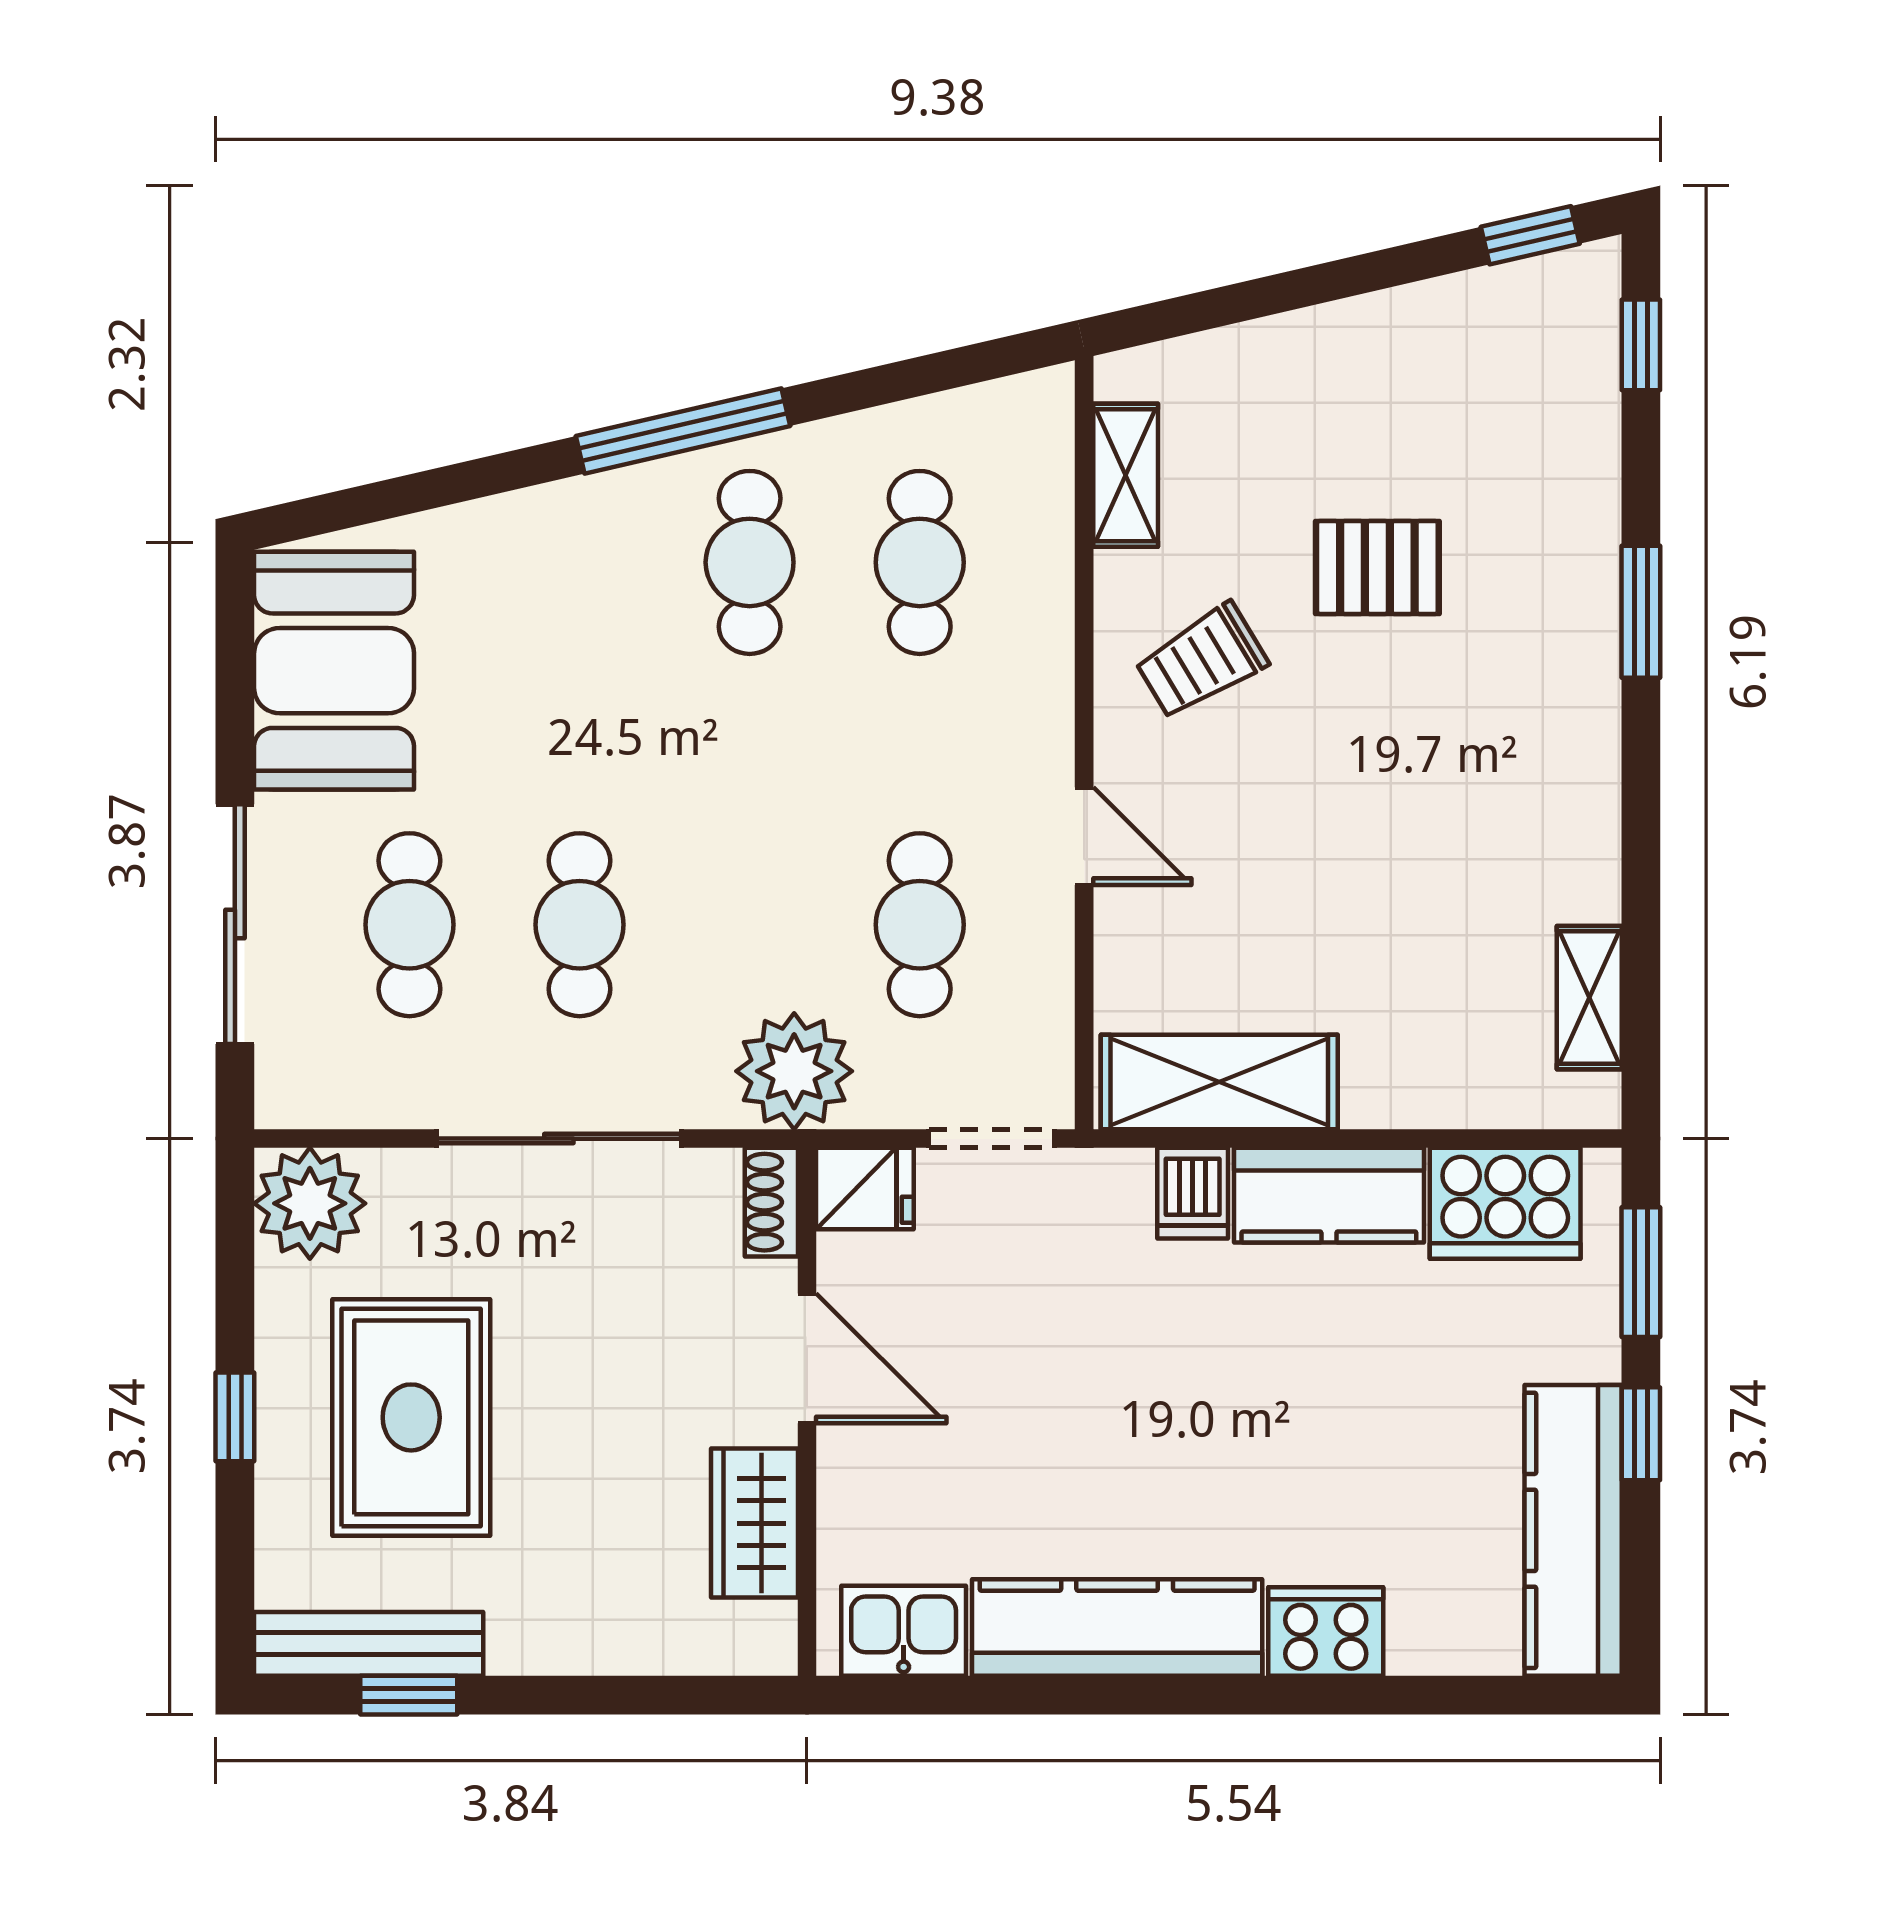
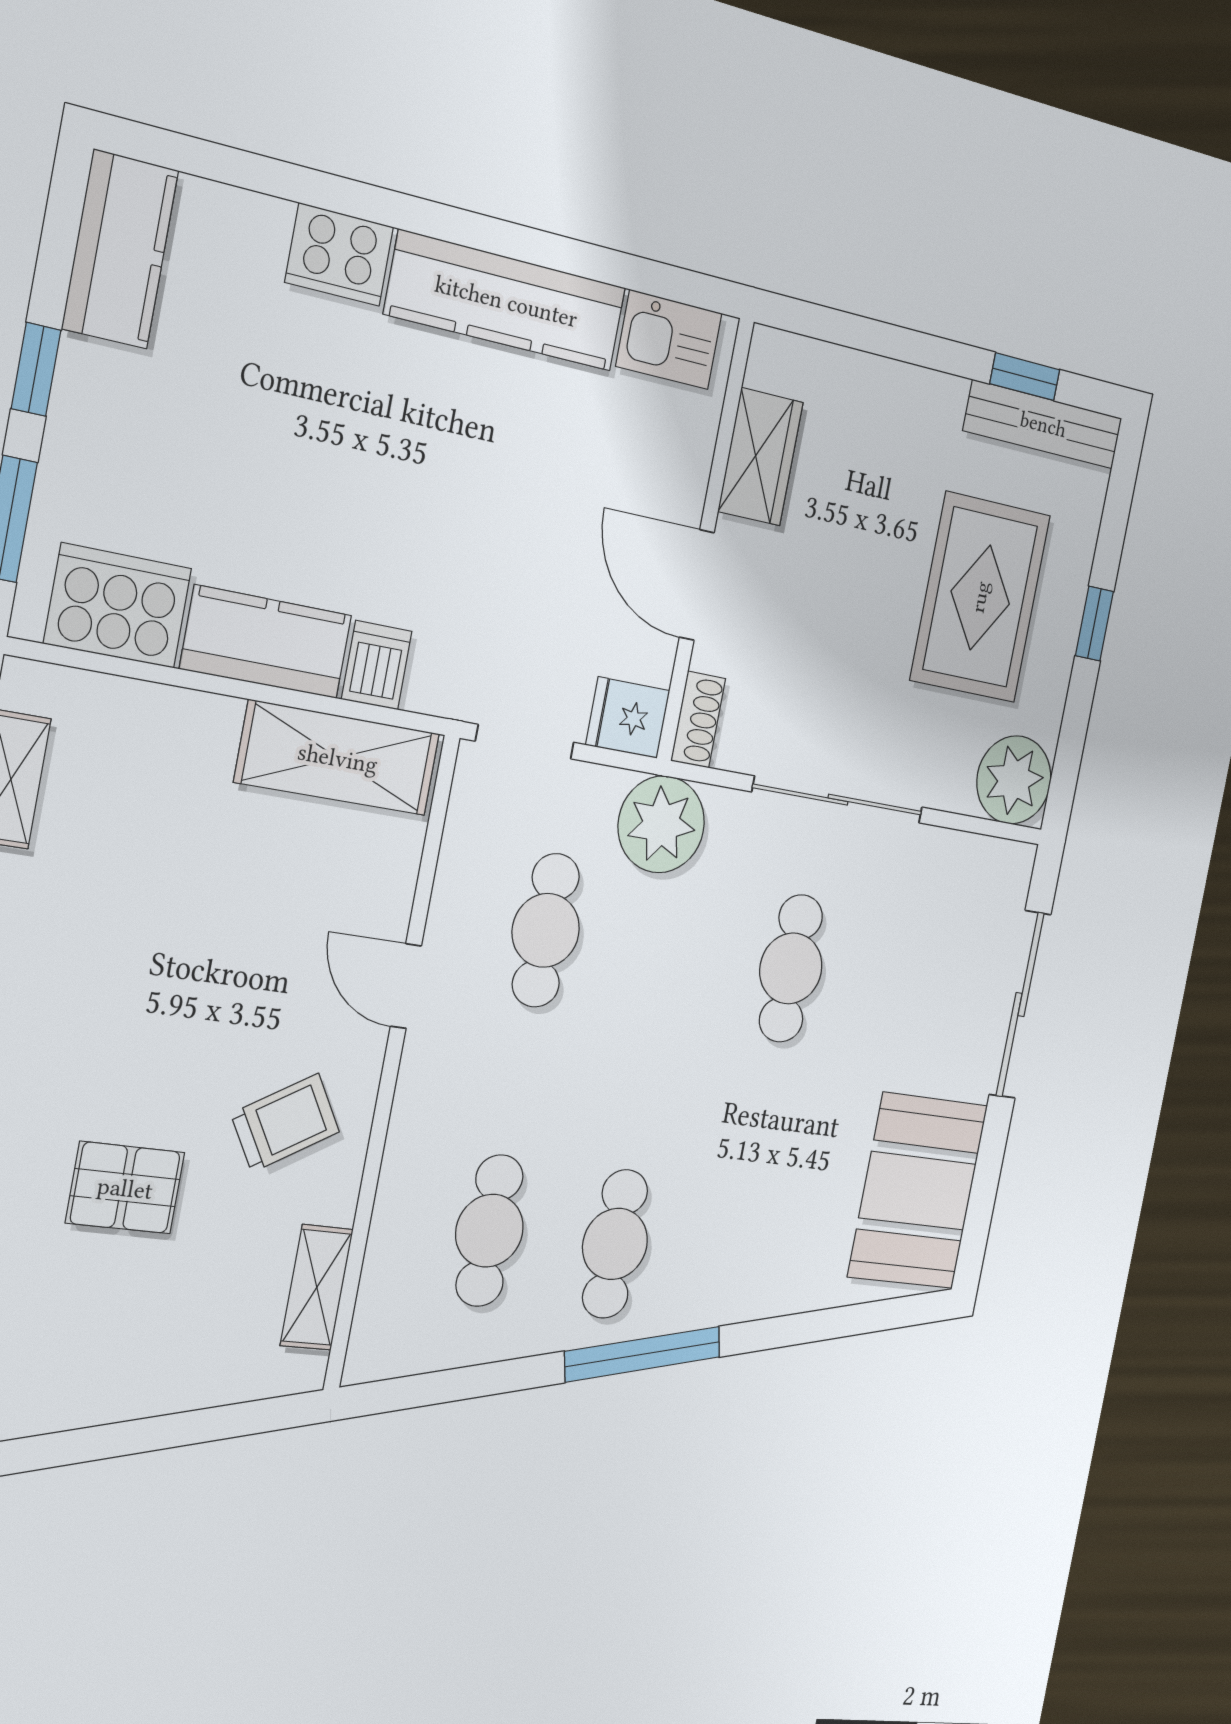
cafe table: (409, 925) -> (906, 986), removed
kitchen counter: (1573, 1530) -> (120, 249), width x0.67

